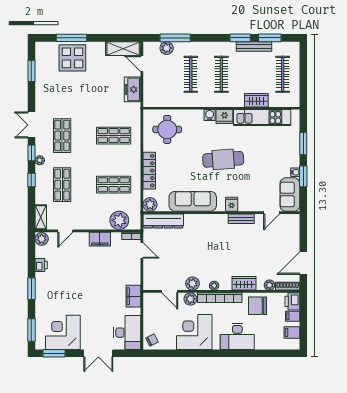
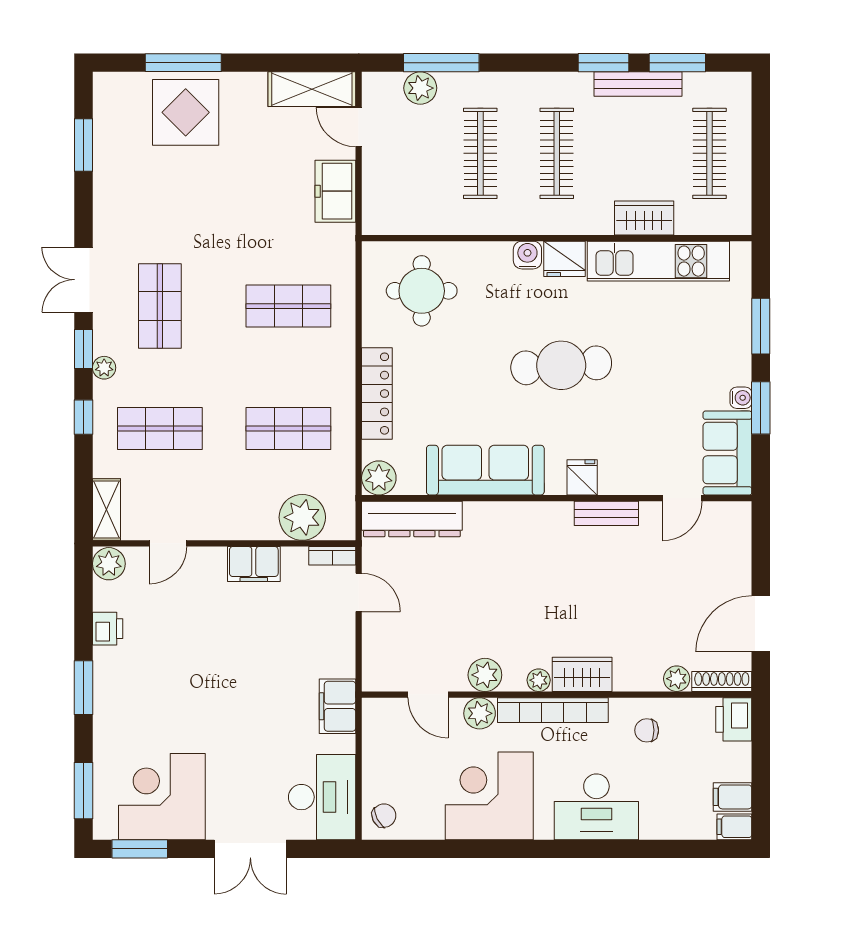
shop shelf: (62, 185) -> (160, 429), turned 90
wardrobe: (244, 283) -> (582, 674), moved
chair: (257, 306) -> (647, 730), width x0.54, depth x0.54
filing cabinet: (293, 316) -> (734, 827), moved

